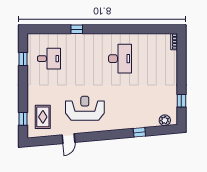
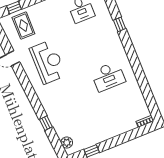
rug: (43, 117) -> (23, 26), turned 90

